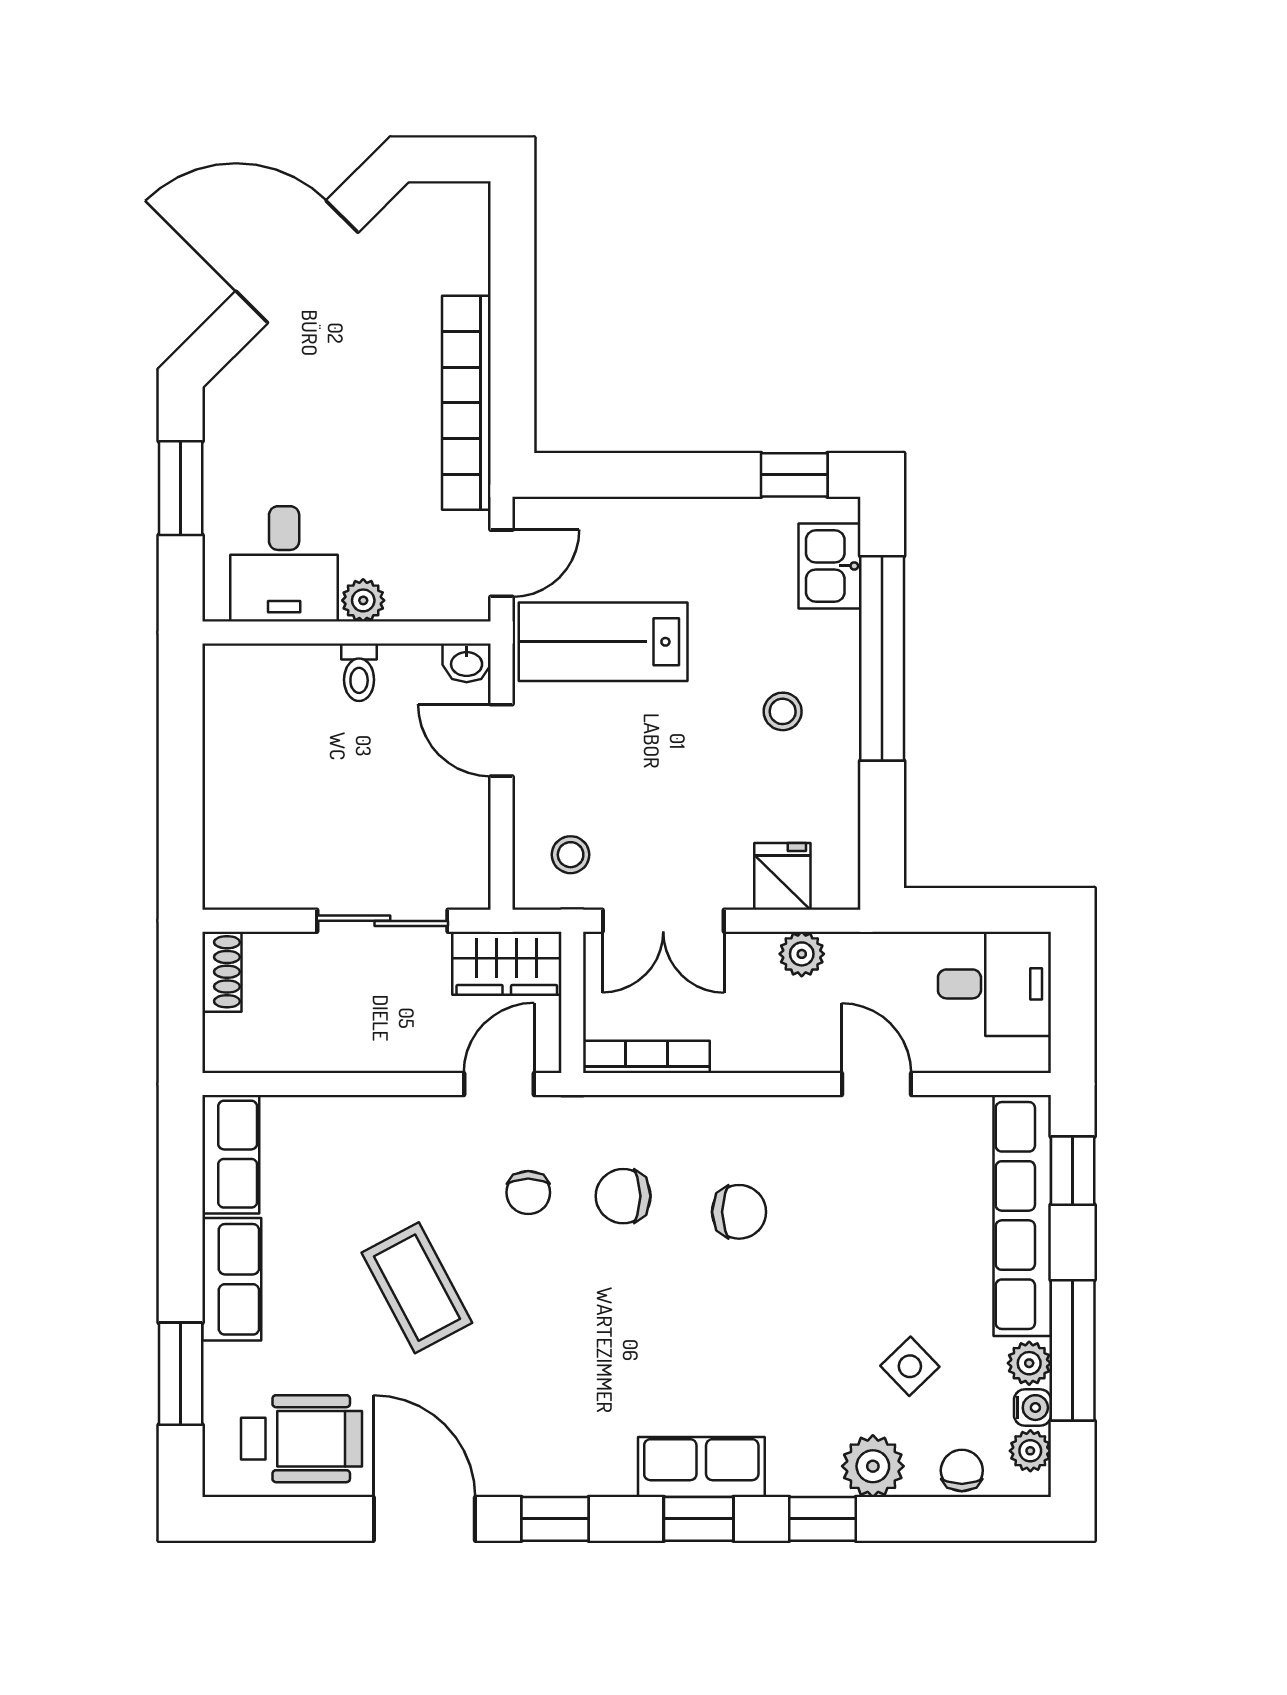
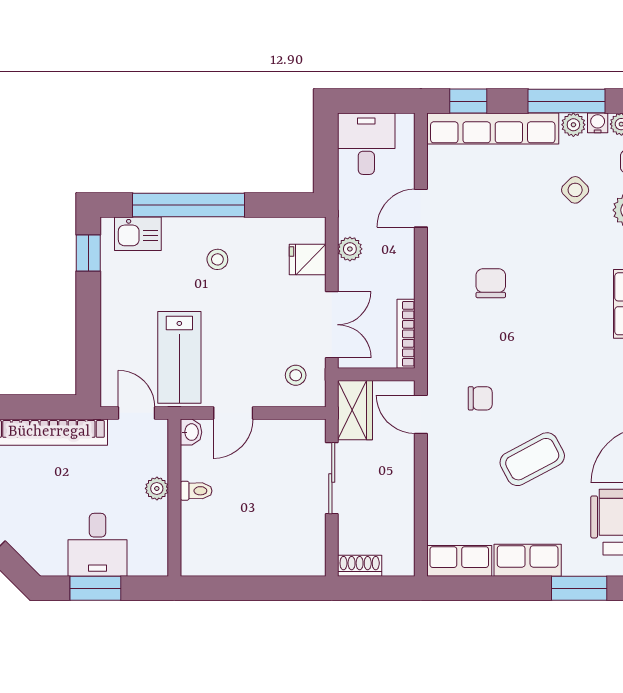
desk: (284, 564) -> (98, 545), moved, turned 90
chair: (623, 1196) -> (482, 347), removed

